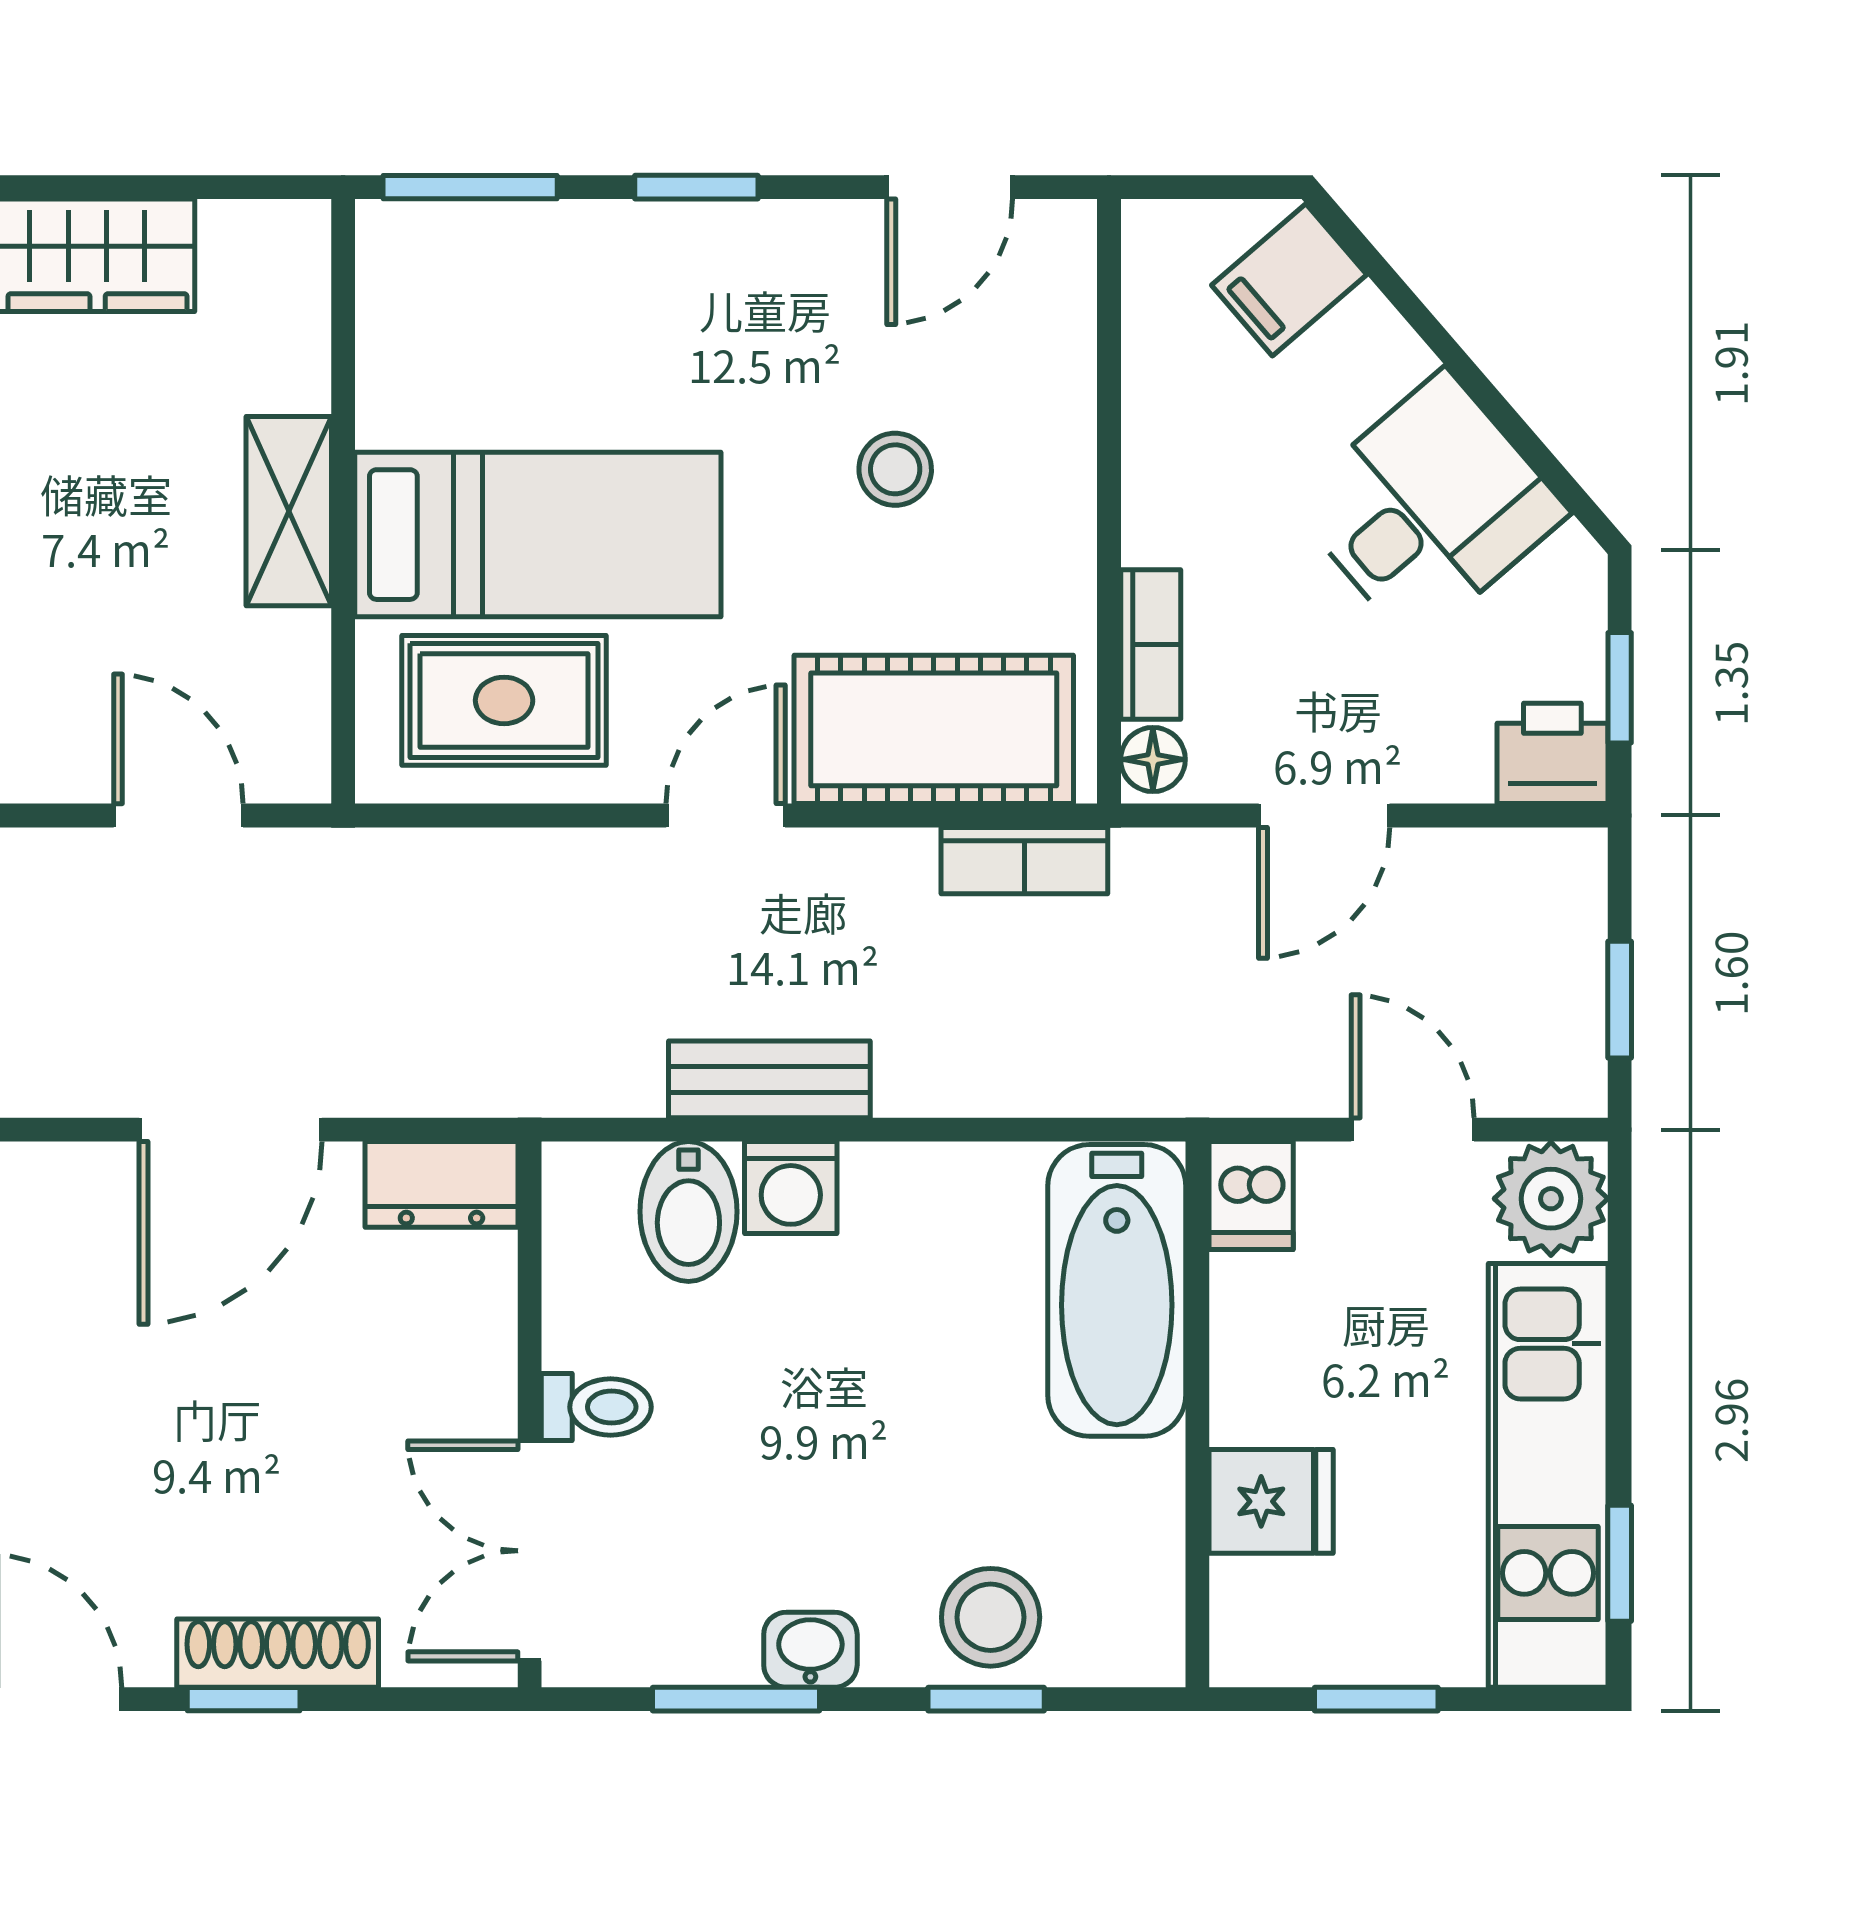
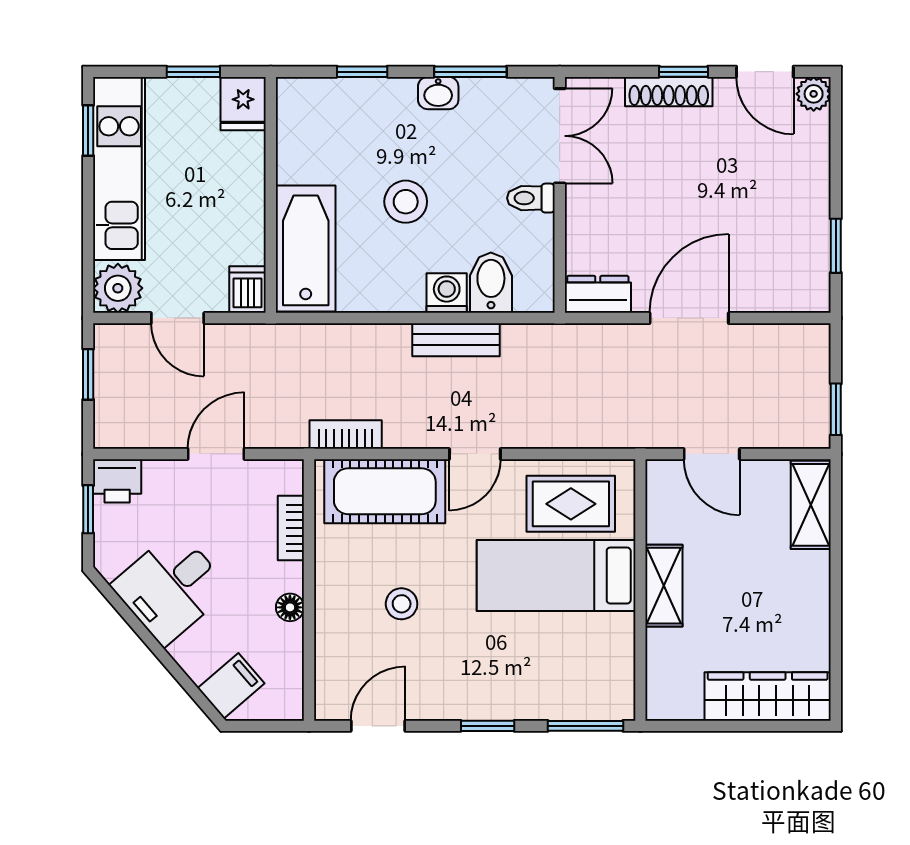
floor lamp: (1153, 759) -> (290, 607), moved
fridge: (1271, 1501) -> (243, 104), moved, turned -90
stool: (991, 1617) -> (406, 202), moved

